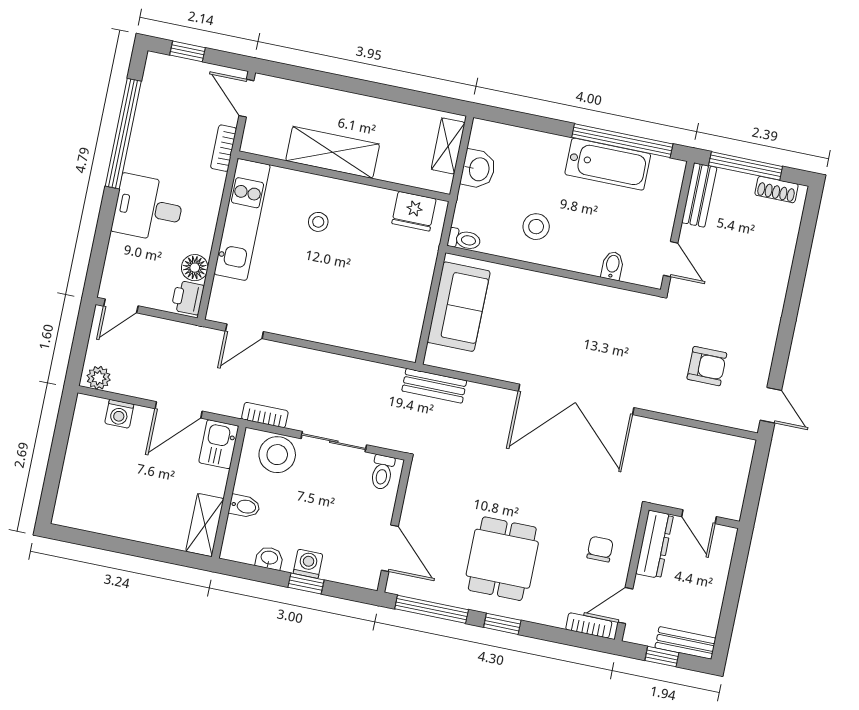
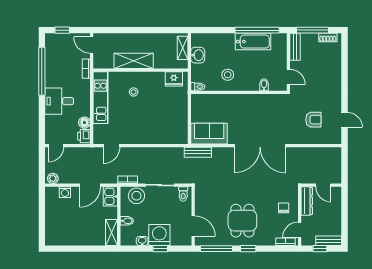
sofa: (459, 307) -> (209, 134), moved, turned -90
door: (771, 405) -> (344, 120), moved
washing machine: (308, 564) -> (159, 235), width x1.89, depth x1.89

